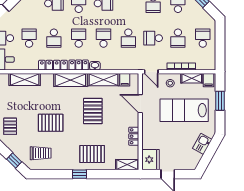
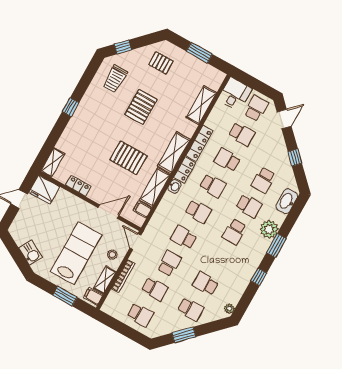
school desk: (178, 38) -> (155, 289), turned 180
door: (151, 72) -> (135, 242), hinge flipped
pallet: (92, 154) -> (84, 132), removed

